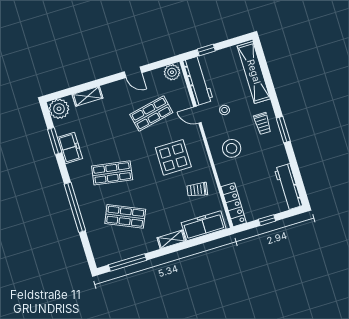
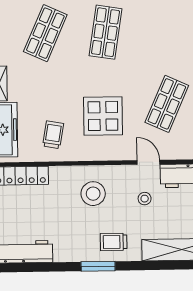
shop shelf: (151, 114) -> (167, 104), turned 36
door: (197, 115) -> (148, 162), hinge flipped

